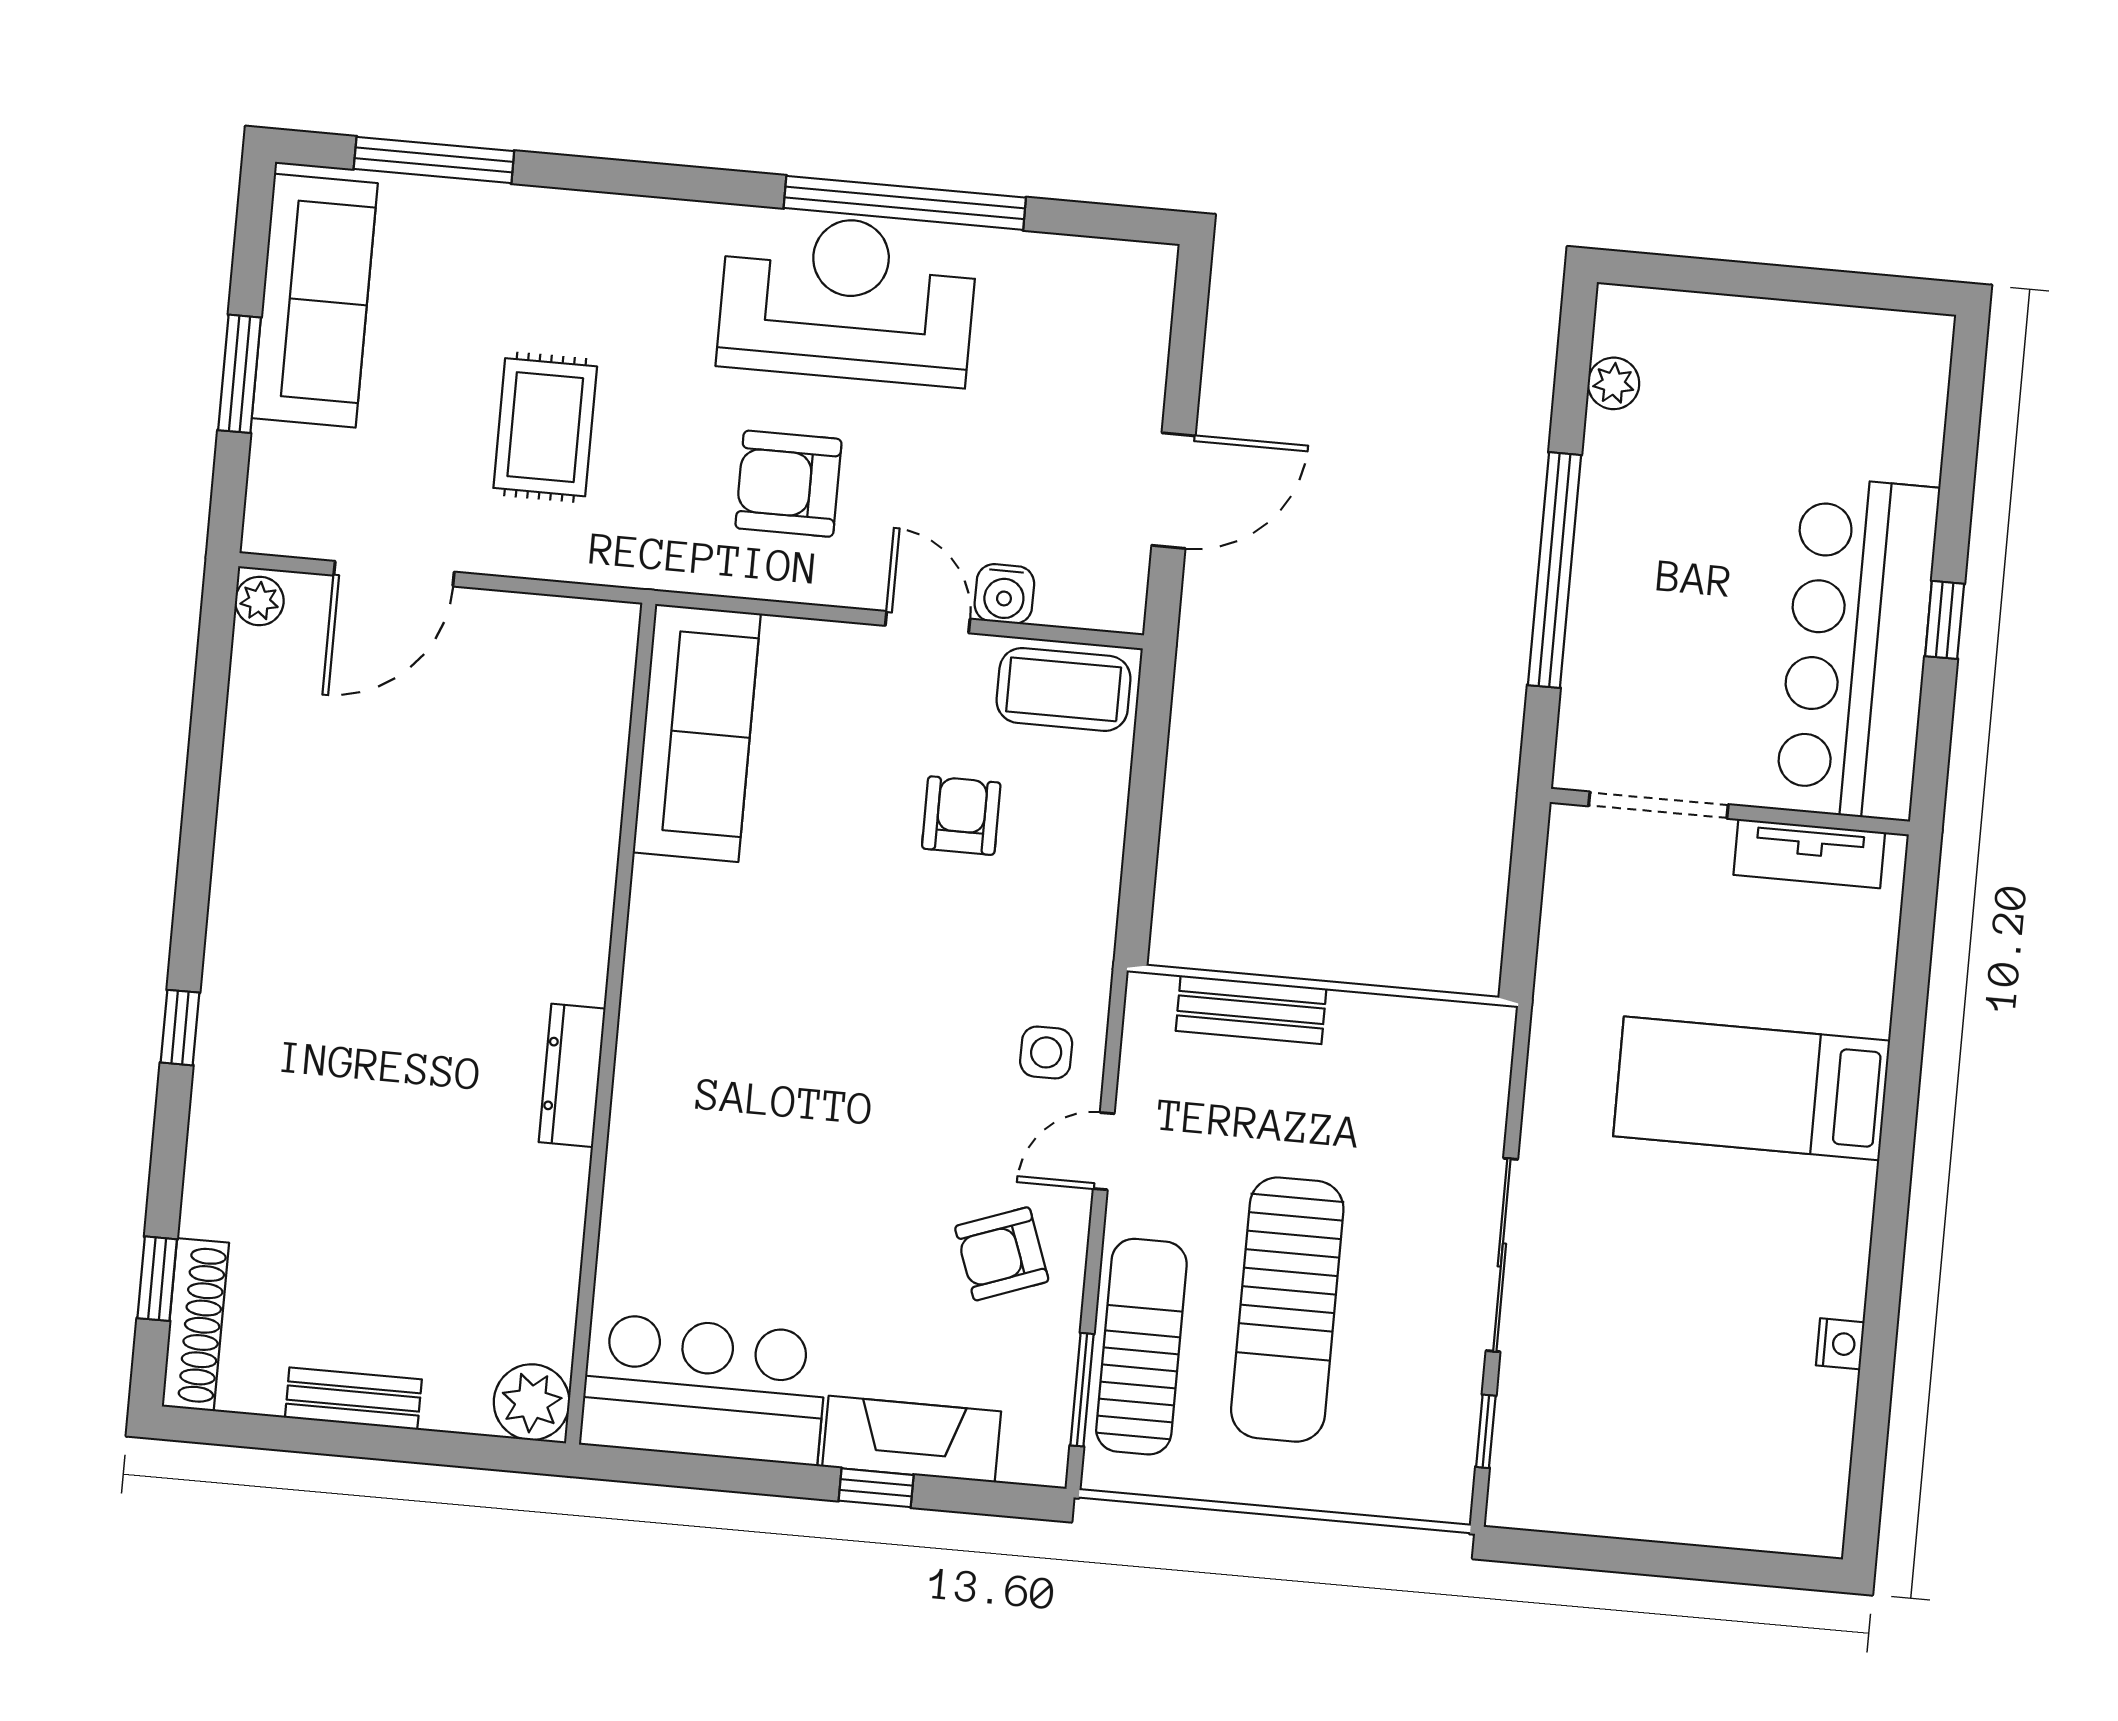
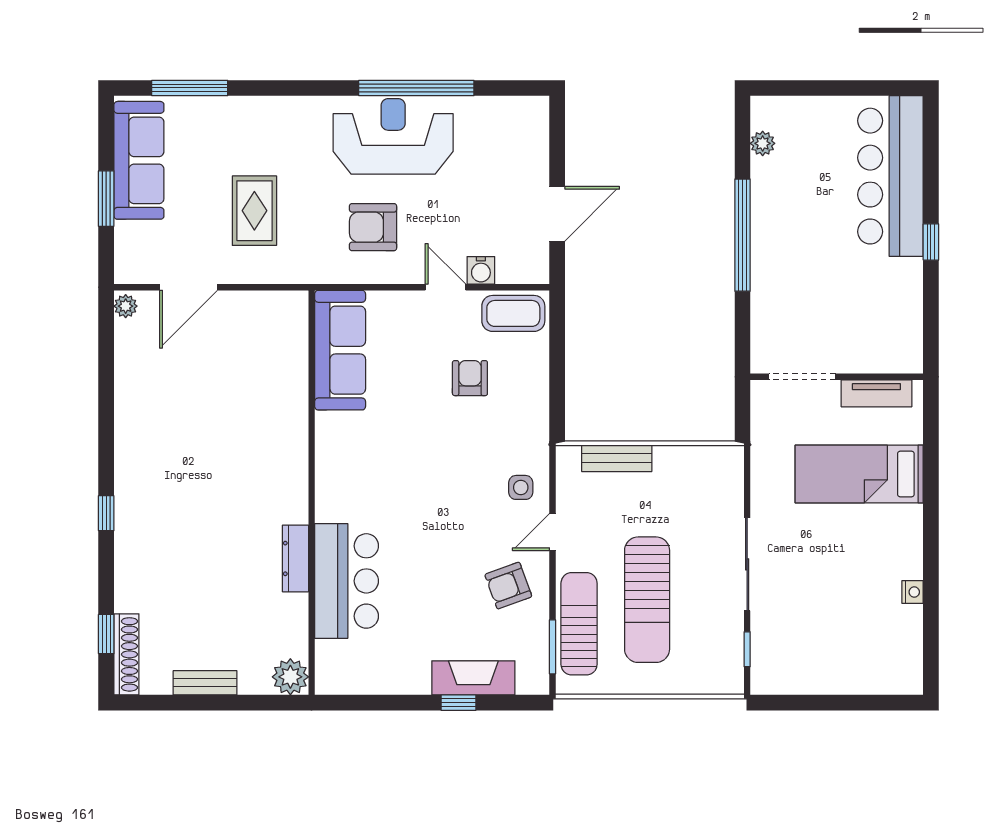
bar counter: (1857, 649) -> (890, 176), moved
doorway: (1658, 805) -> (802, 377), moved
wall: (1730, 812) -> (837, 377), moved
tv unit: (1809, 854) -> (876, 393), moved
dresser: (572, 1075) -> (295, 558), moved
bar counter: (704, 1389) -> (347, 581), moved, turned 90

